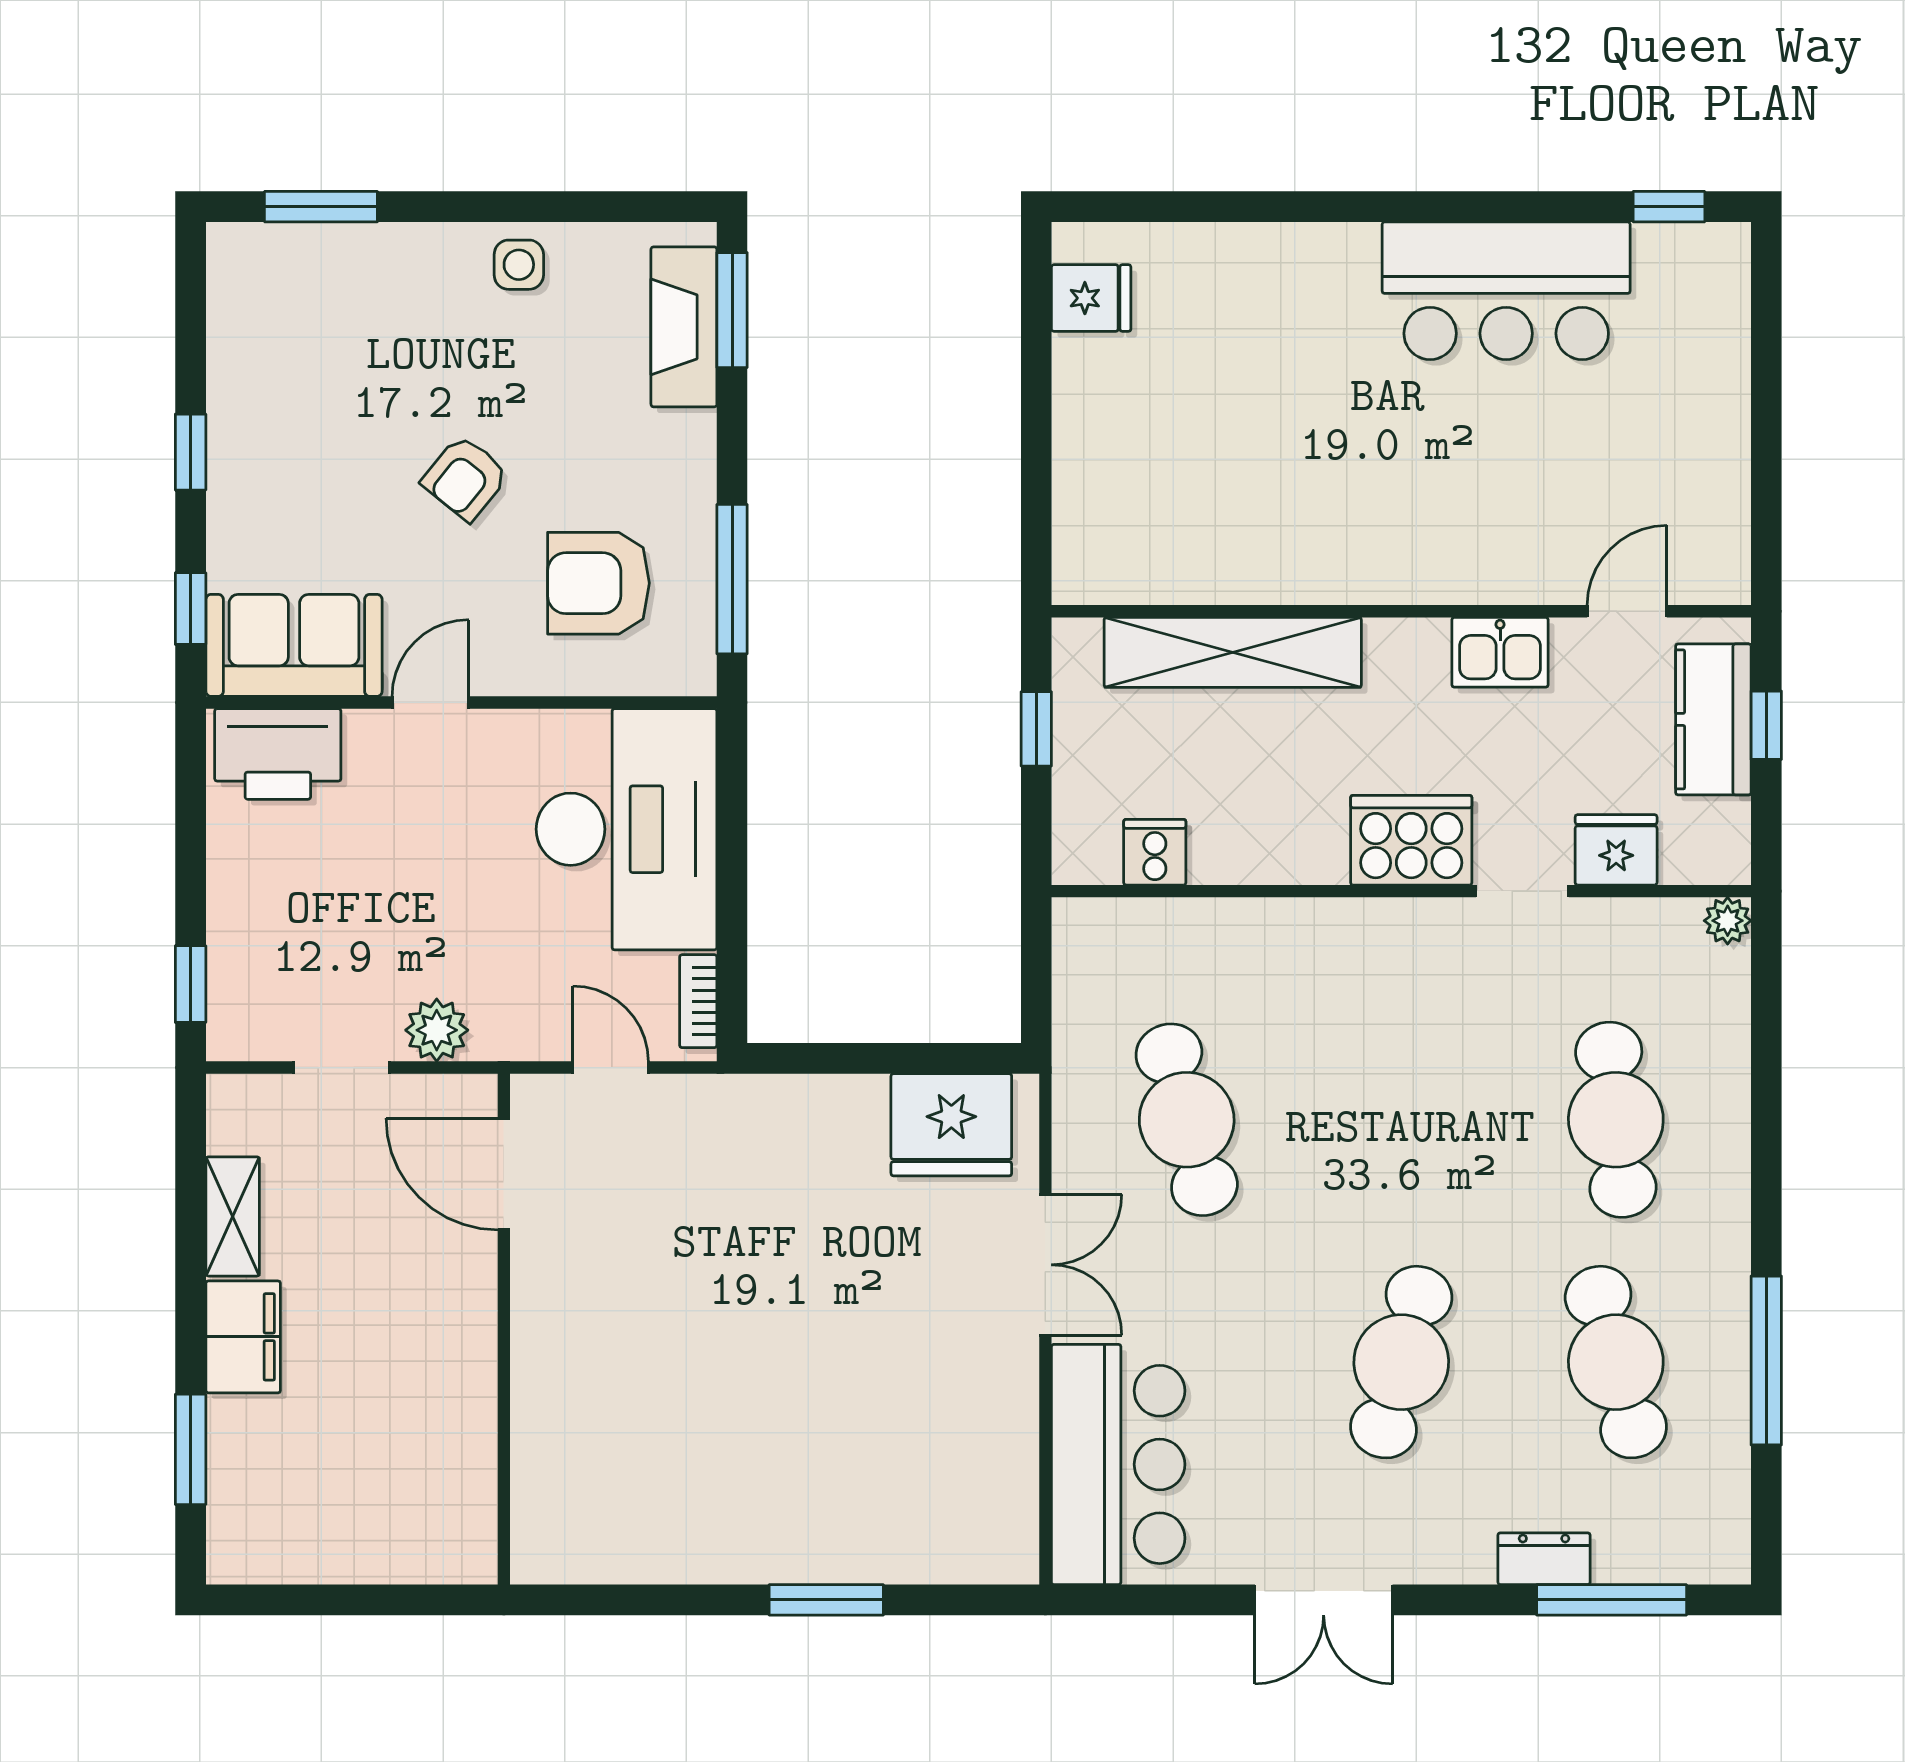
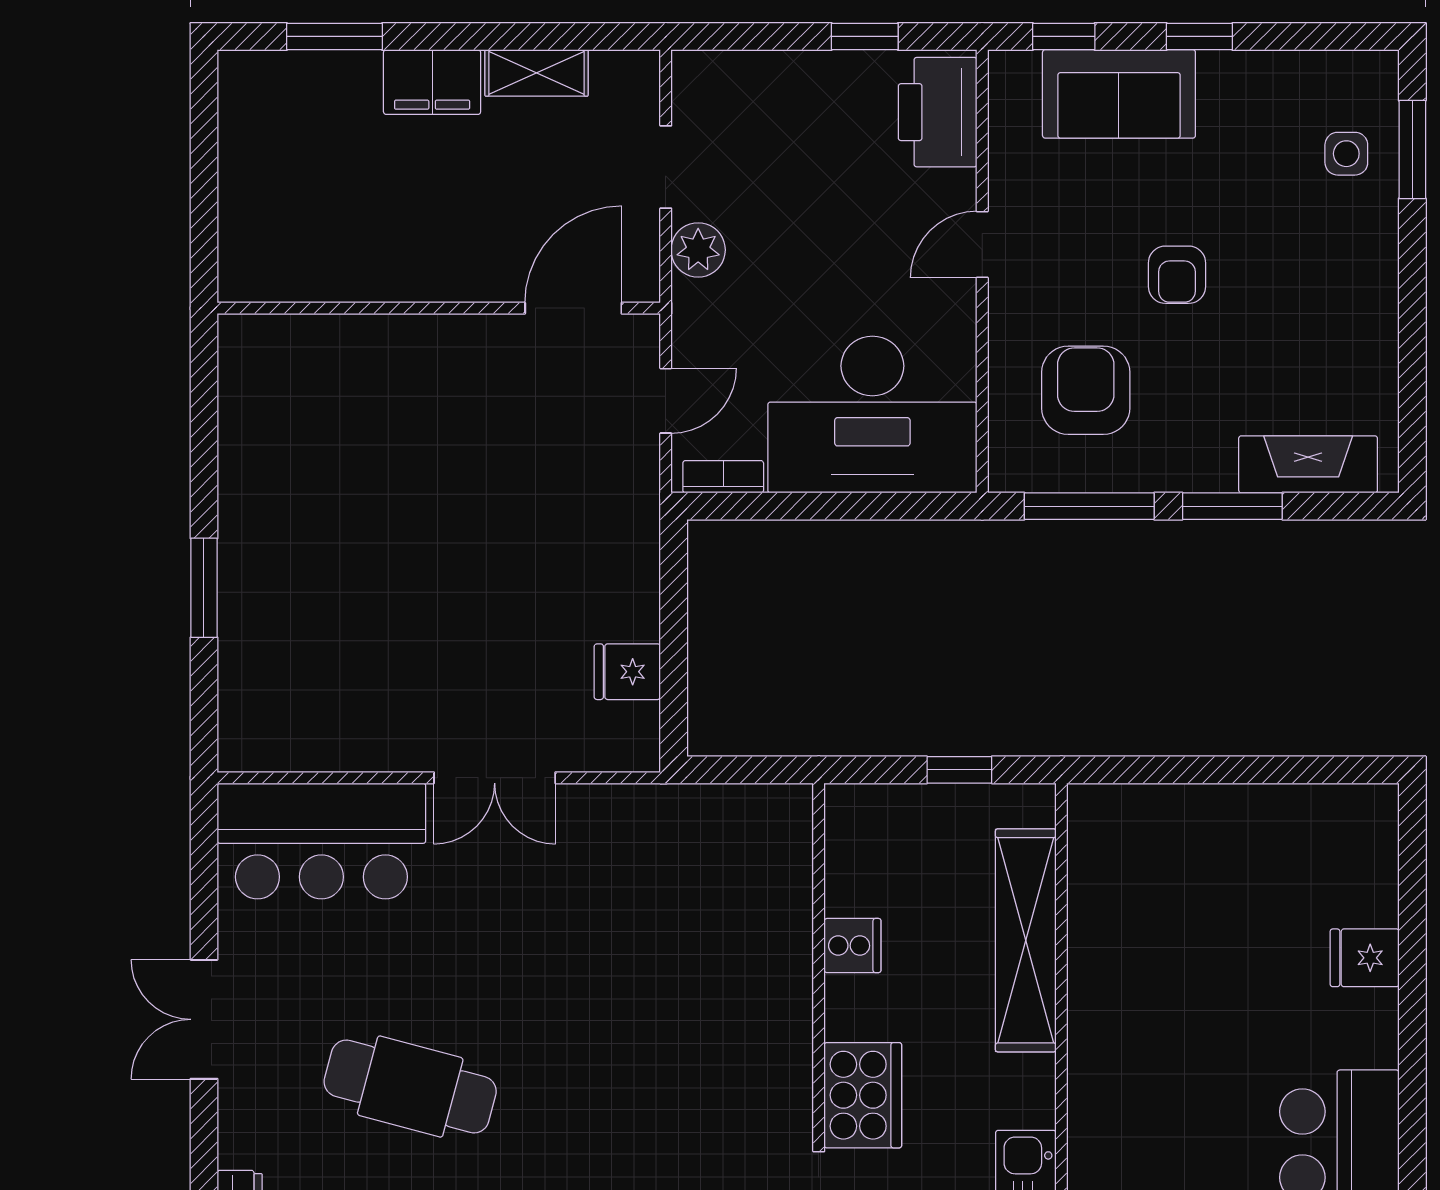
side table: (519, 265) -> (1346, 154), moved
fridge: (1091, 298) -> (1365, 958), moved, turned 90
window: (732, 310) -> (1232, 506), moved
armchair: (465, 478) -> (1177, 275), turned -129
sofa: (294, 645) -> (1119, 94), moved, turned 90
door: (430, 702) -> (982, 244), swing flipped
cooker: (1155, 852) -> (852, 946), moved
window: (191, 984) -> (865, 36), moved
cafe table: (1187, 1120) -> (620, 900), removed
fridge: (951, 1125) -> (627, 672), width x0.53, depth x0.75

